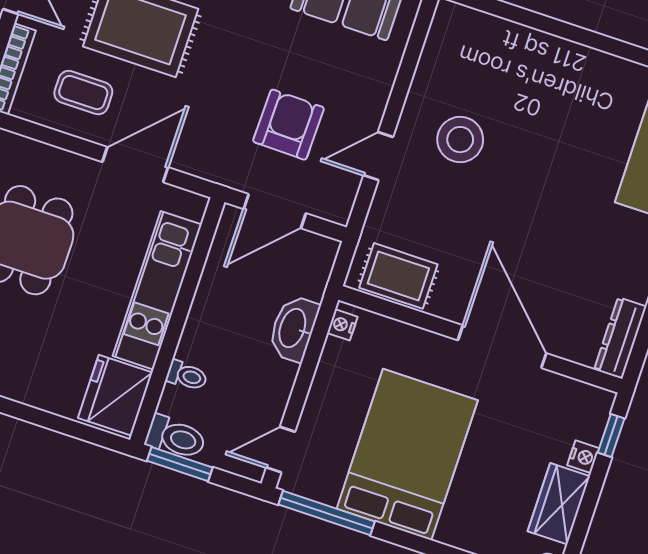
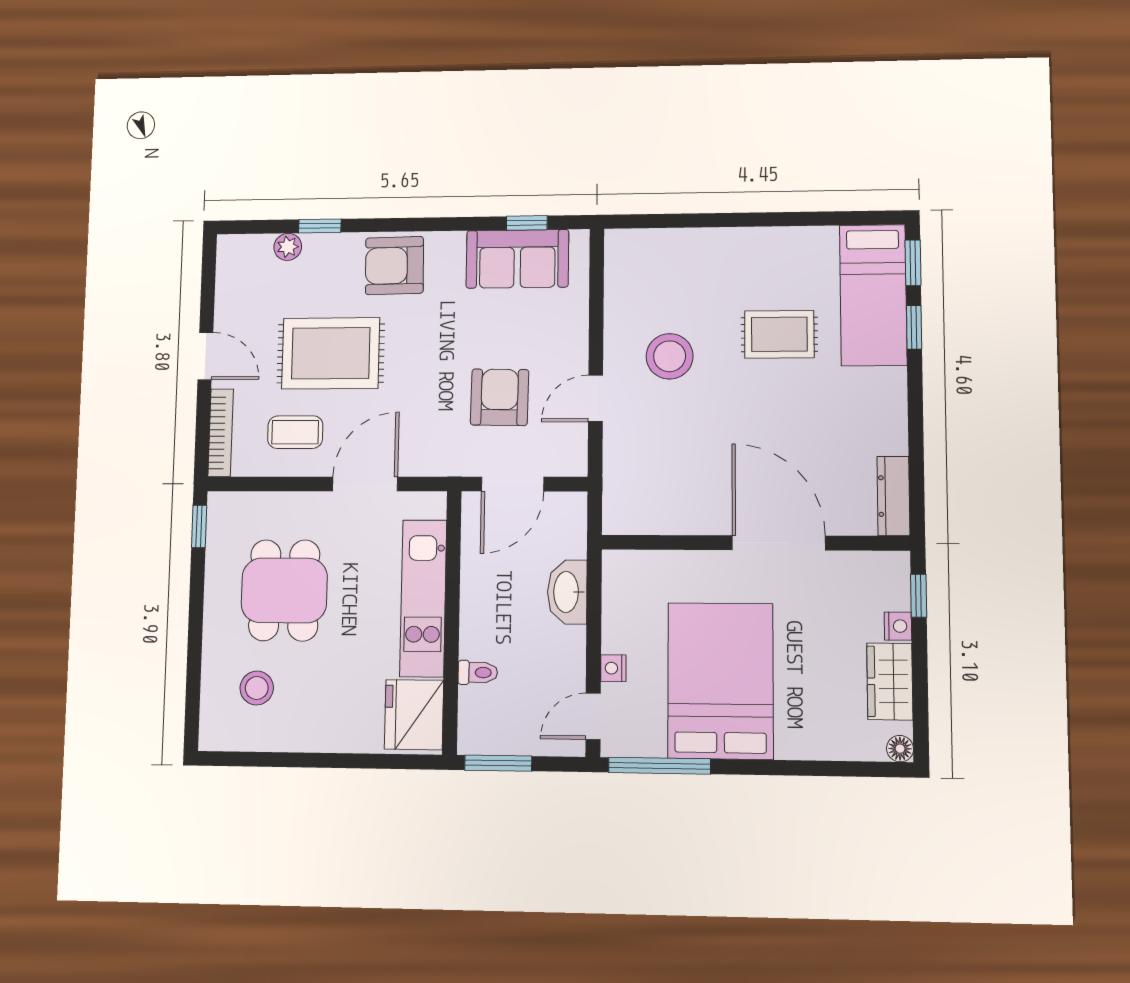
rug: (398, 276) -> (779, 334), moved
nightstand: (342, 325) -> (613, 668), moved
toilet: (176, 437) -> (486, 737), removed

